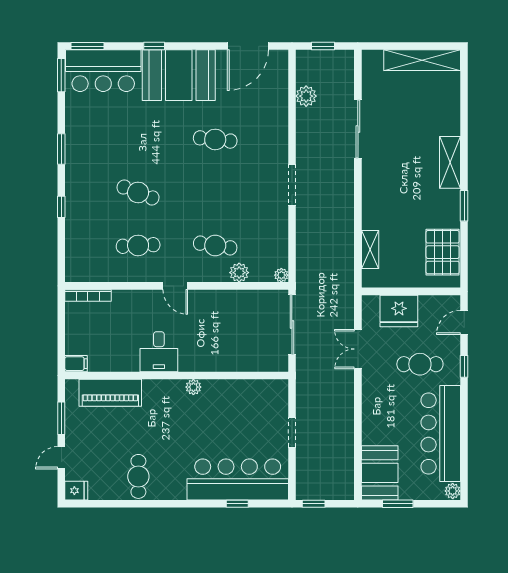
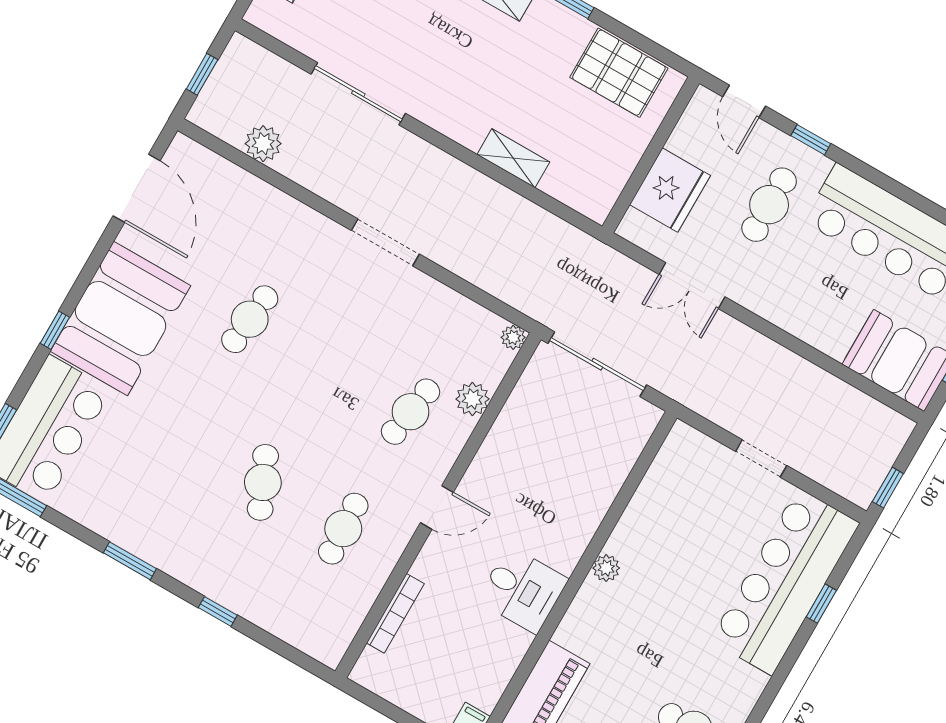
cafe table: (138, 192) -> (263, 482), turned -45
shelving: (370, 249) -> (513, 158), moved
bookcase: (88, 295) -> (395, 613), moved

